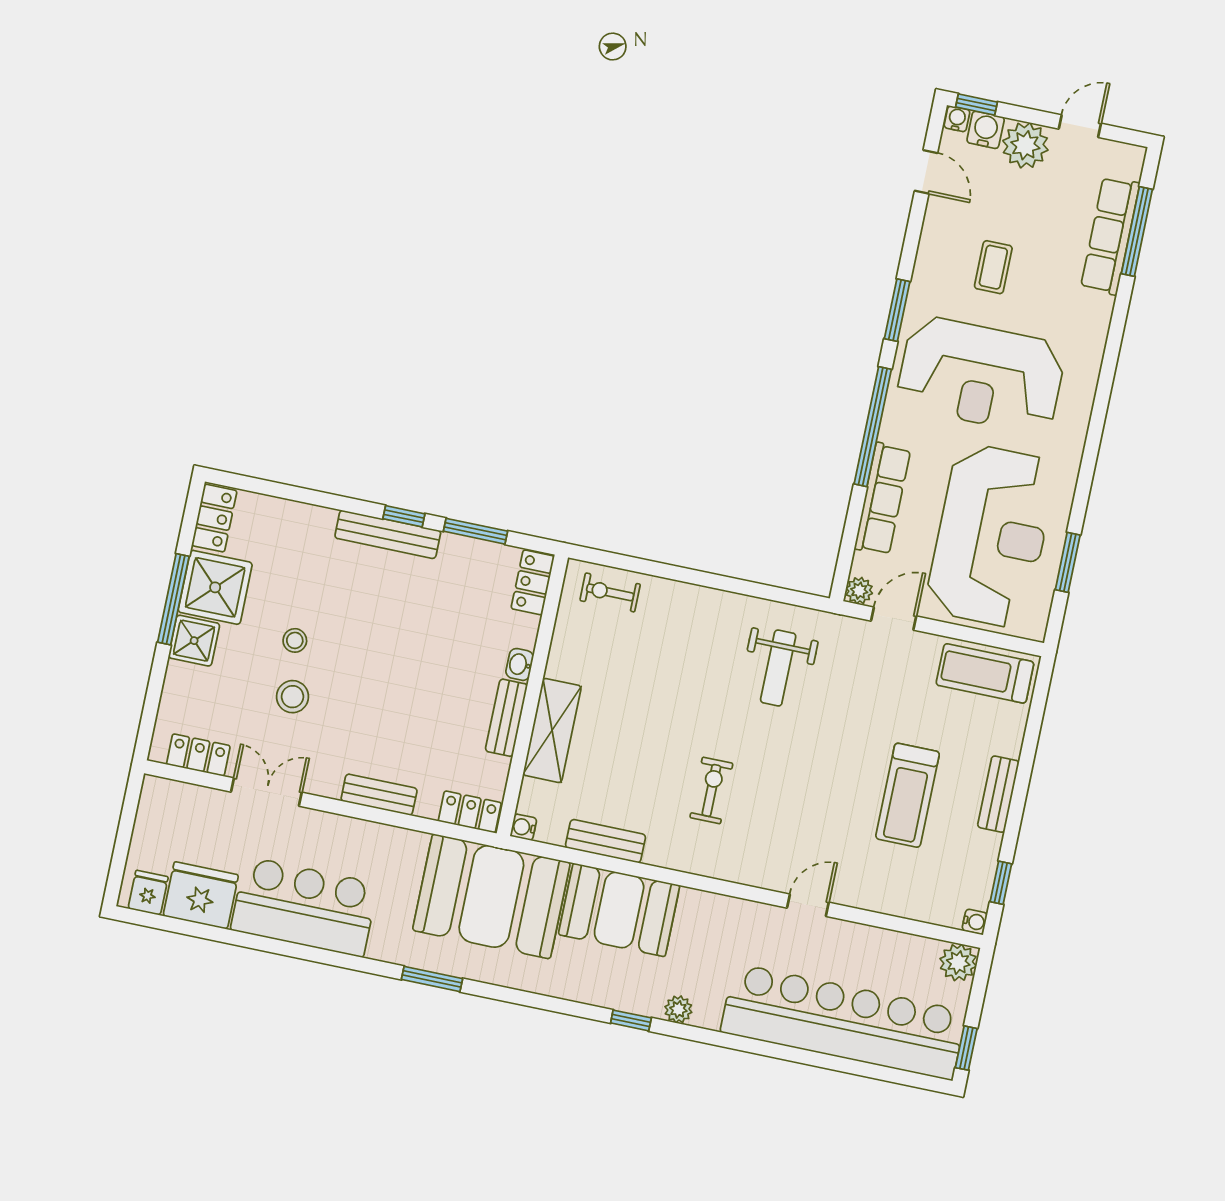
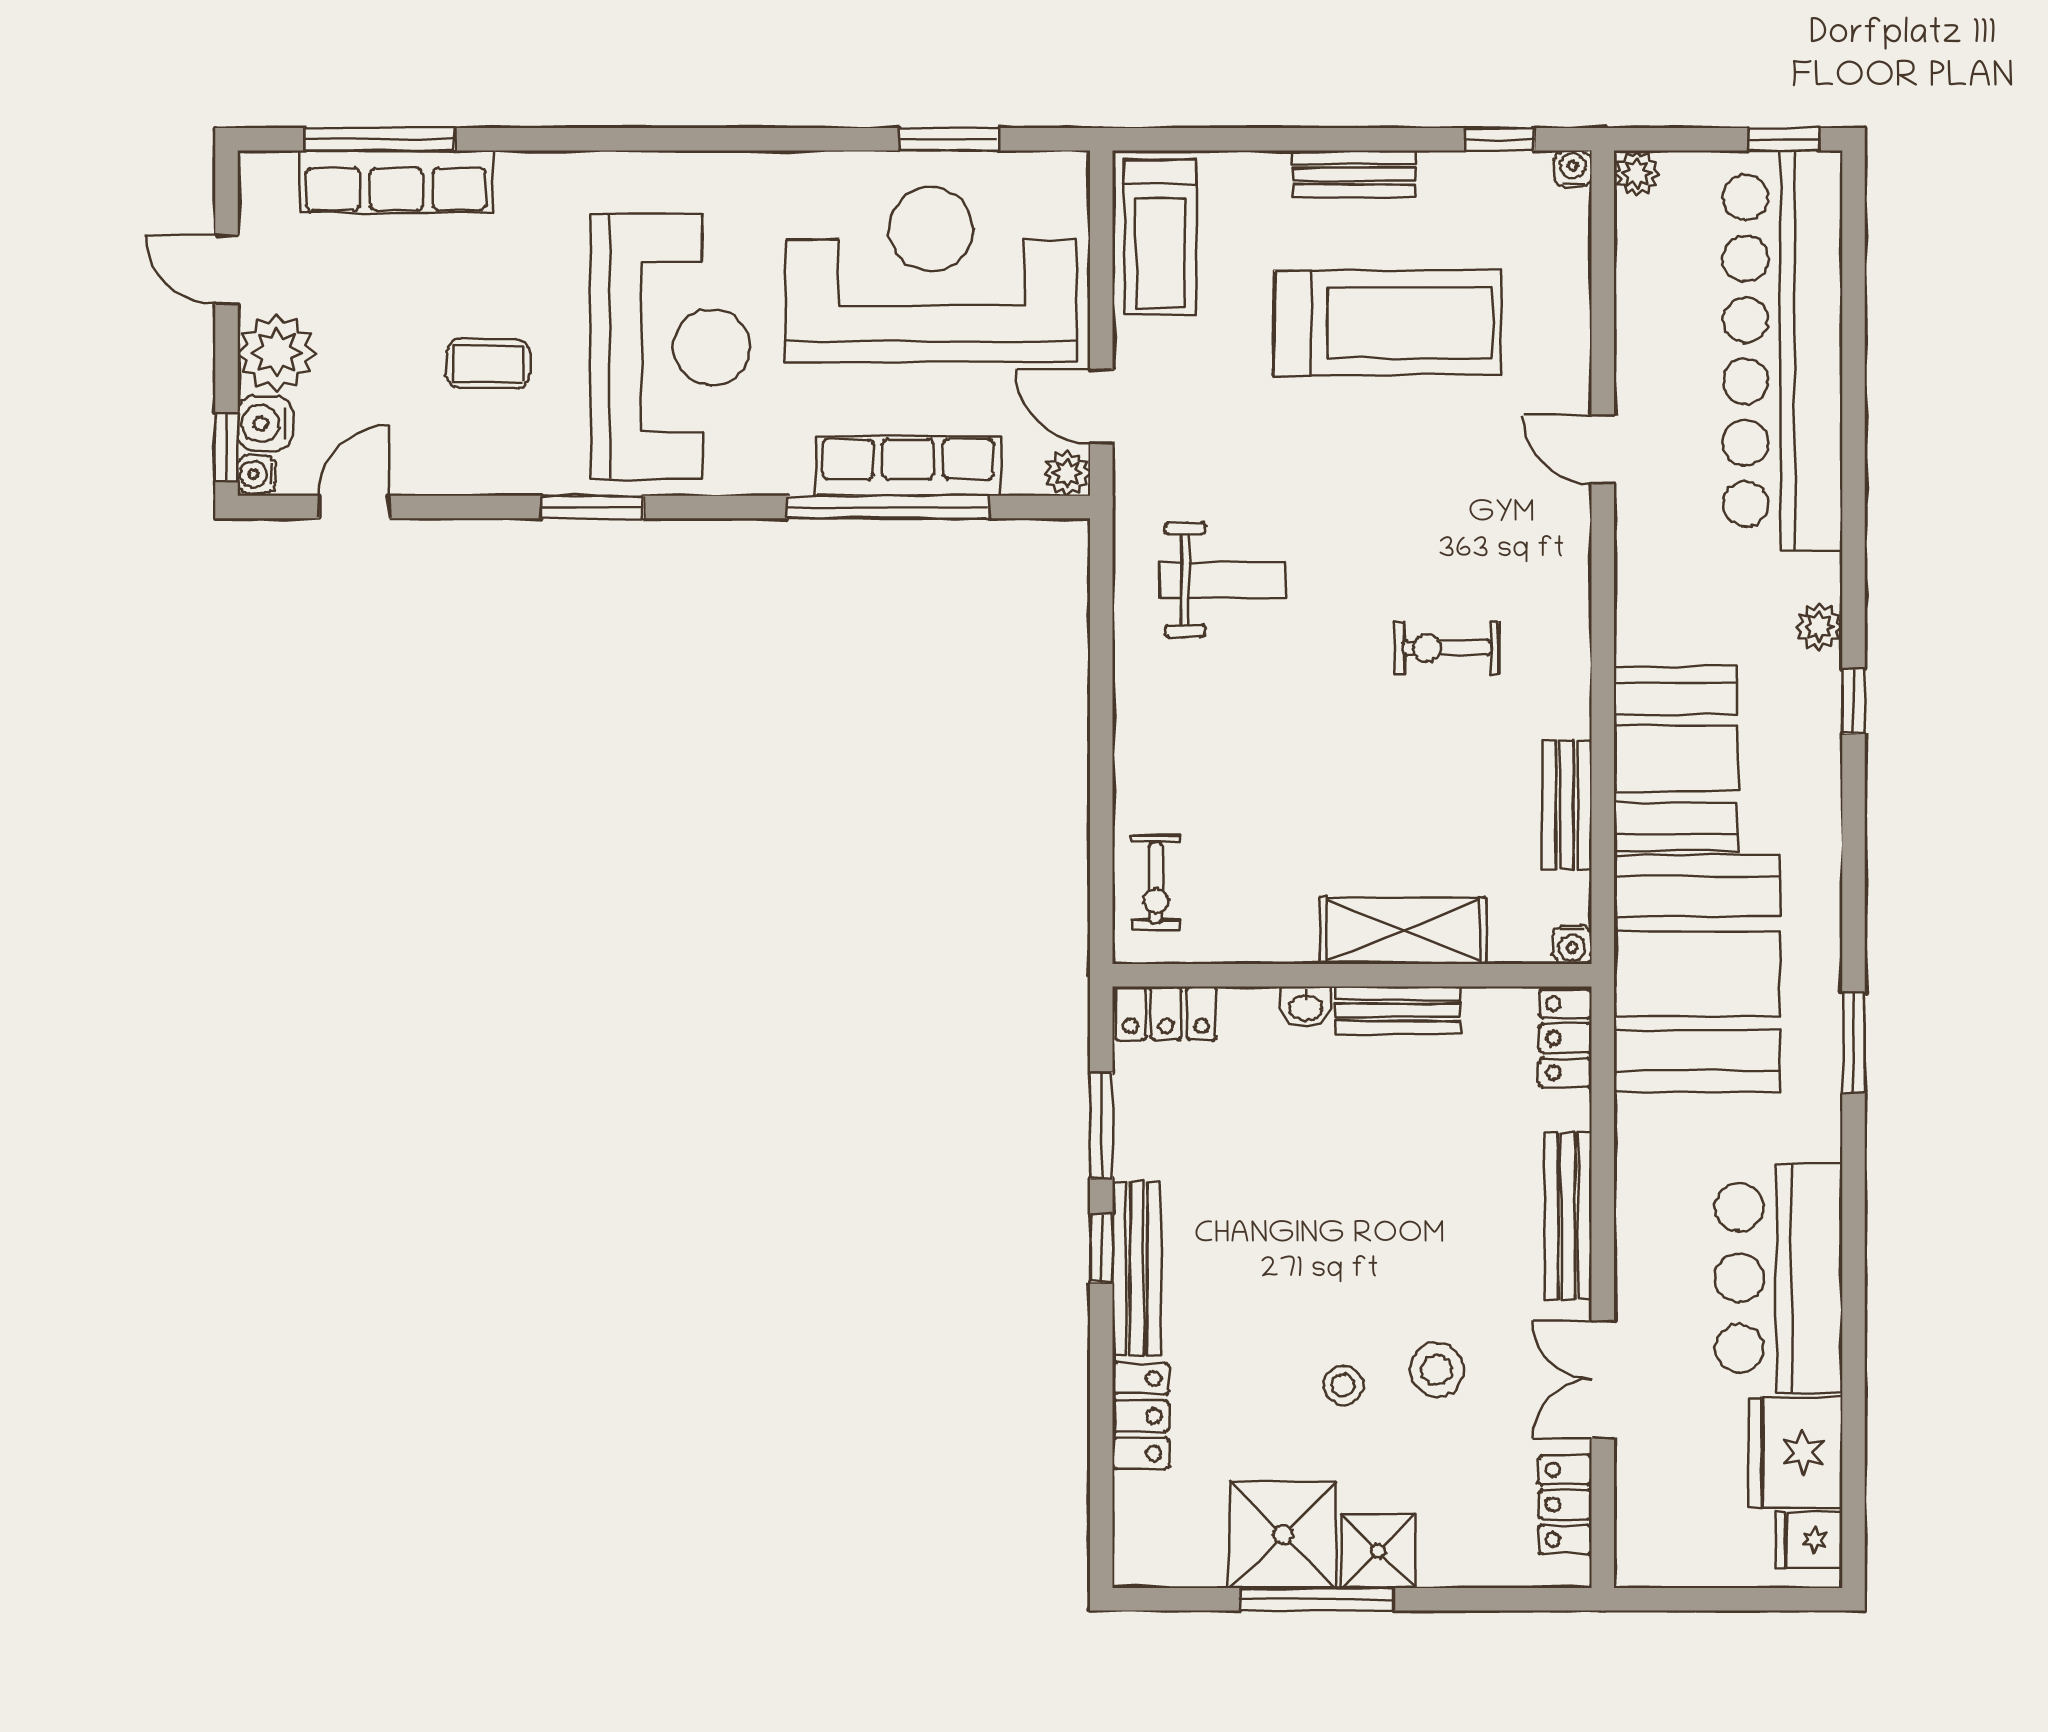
window: (873, 427) -> (887, 507), moved
locker: (214, 518) -> (1141, 1416), moved, turned 90
bench: (379, 795) -> (1568, 1216), width x1.36
treadmill: (908, 795) -> (1387, 323), width x1.37, depth x1.38
plant: (958, 963) -> (1637, 173), width x0.73, depth x0.73

